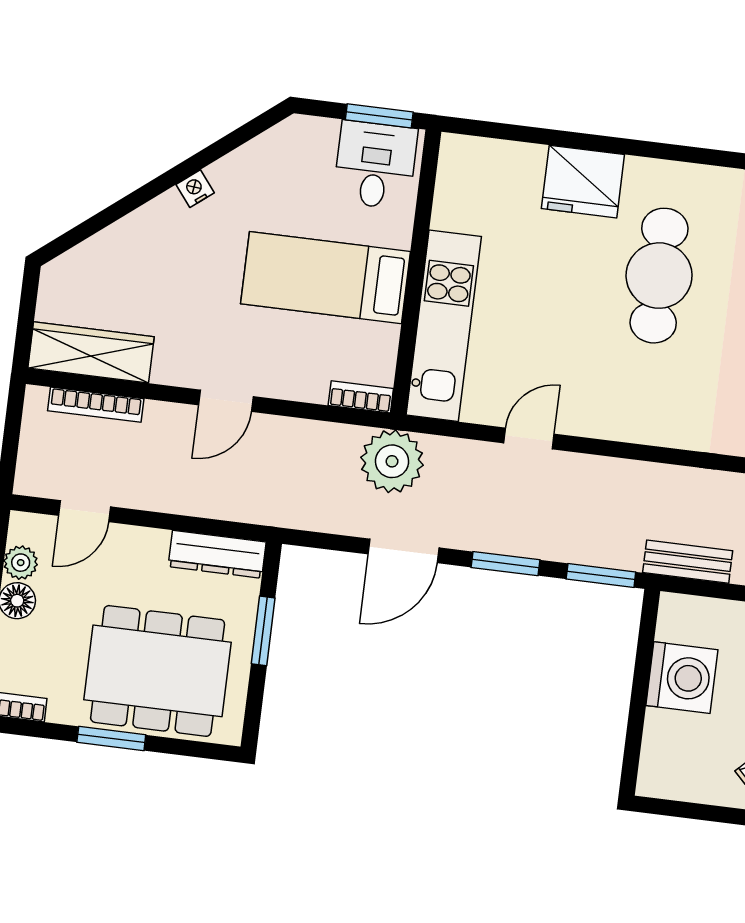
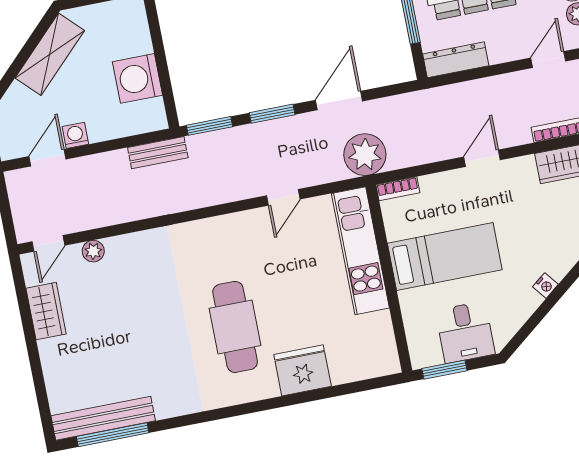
desk: (375, 165) -> (465, 332), moved

